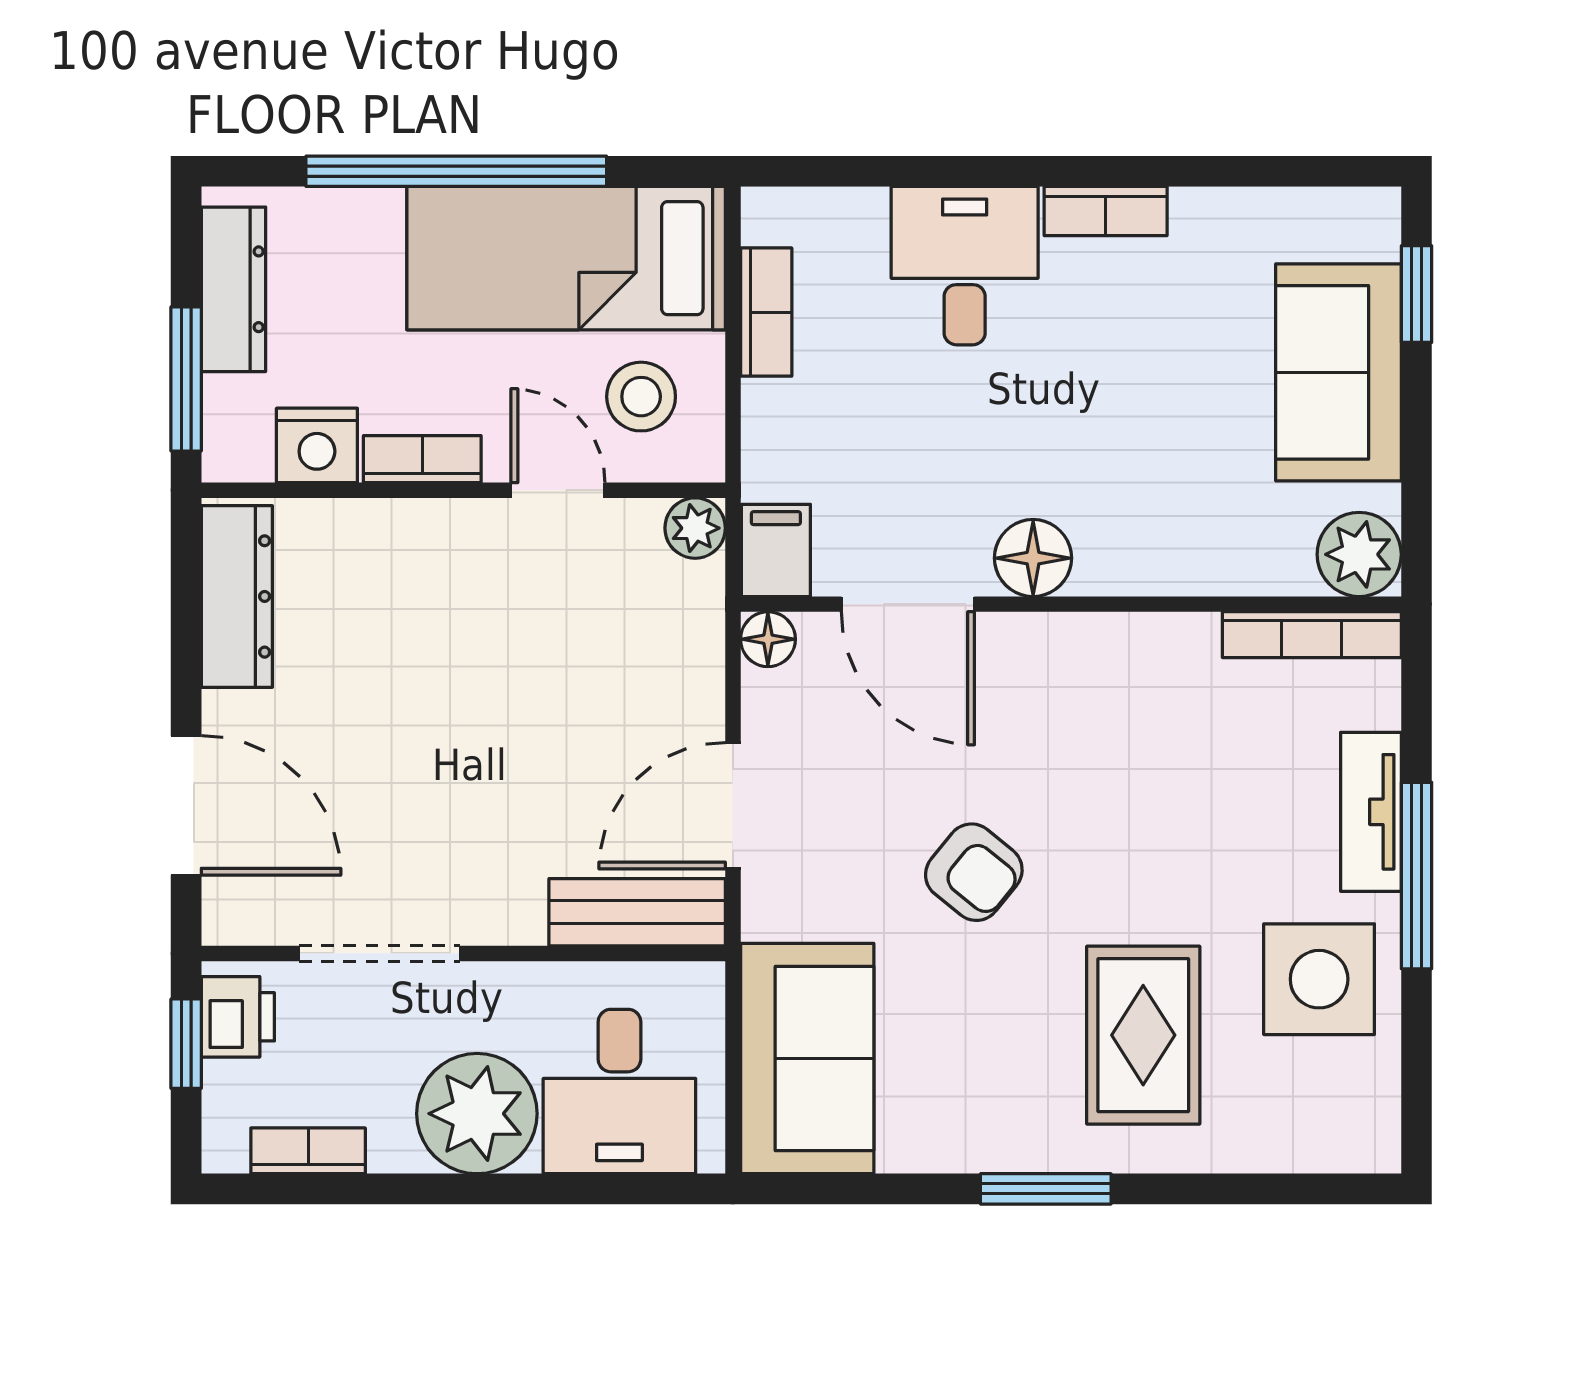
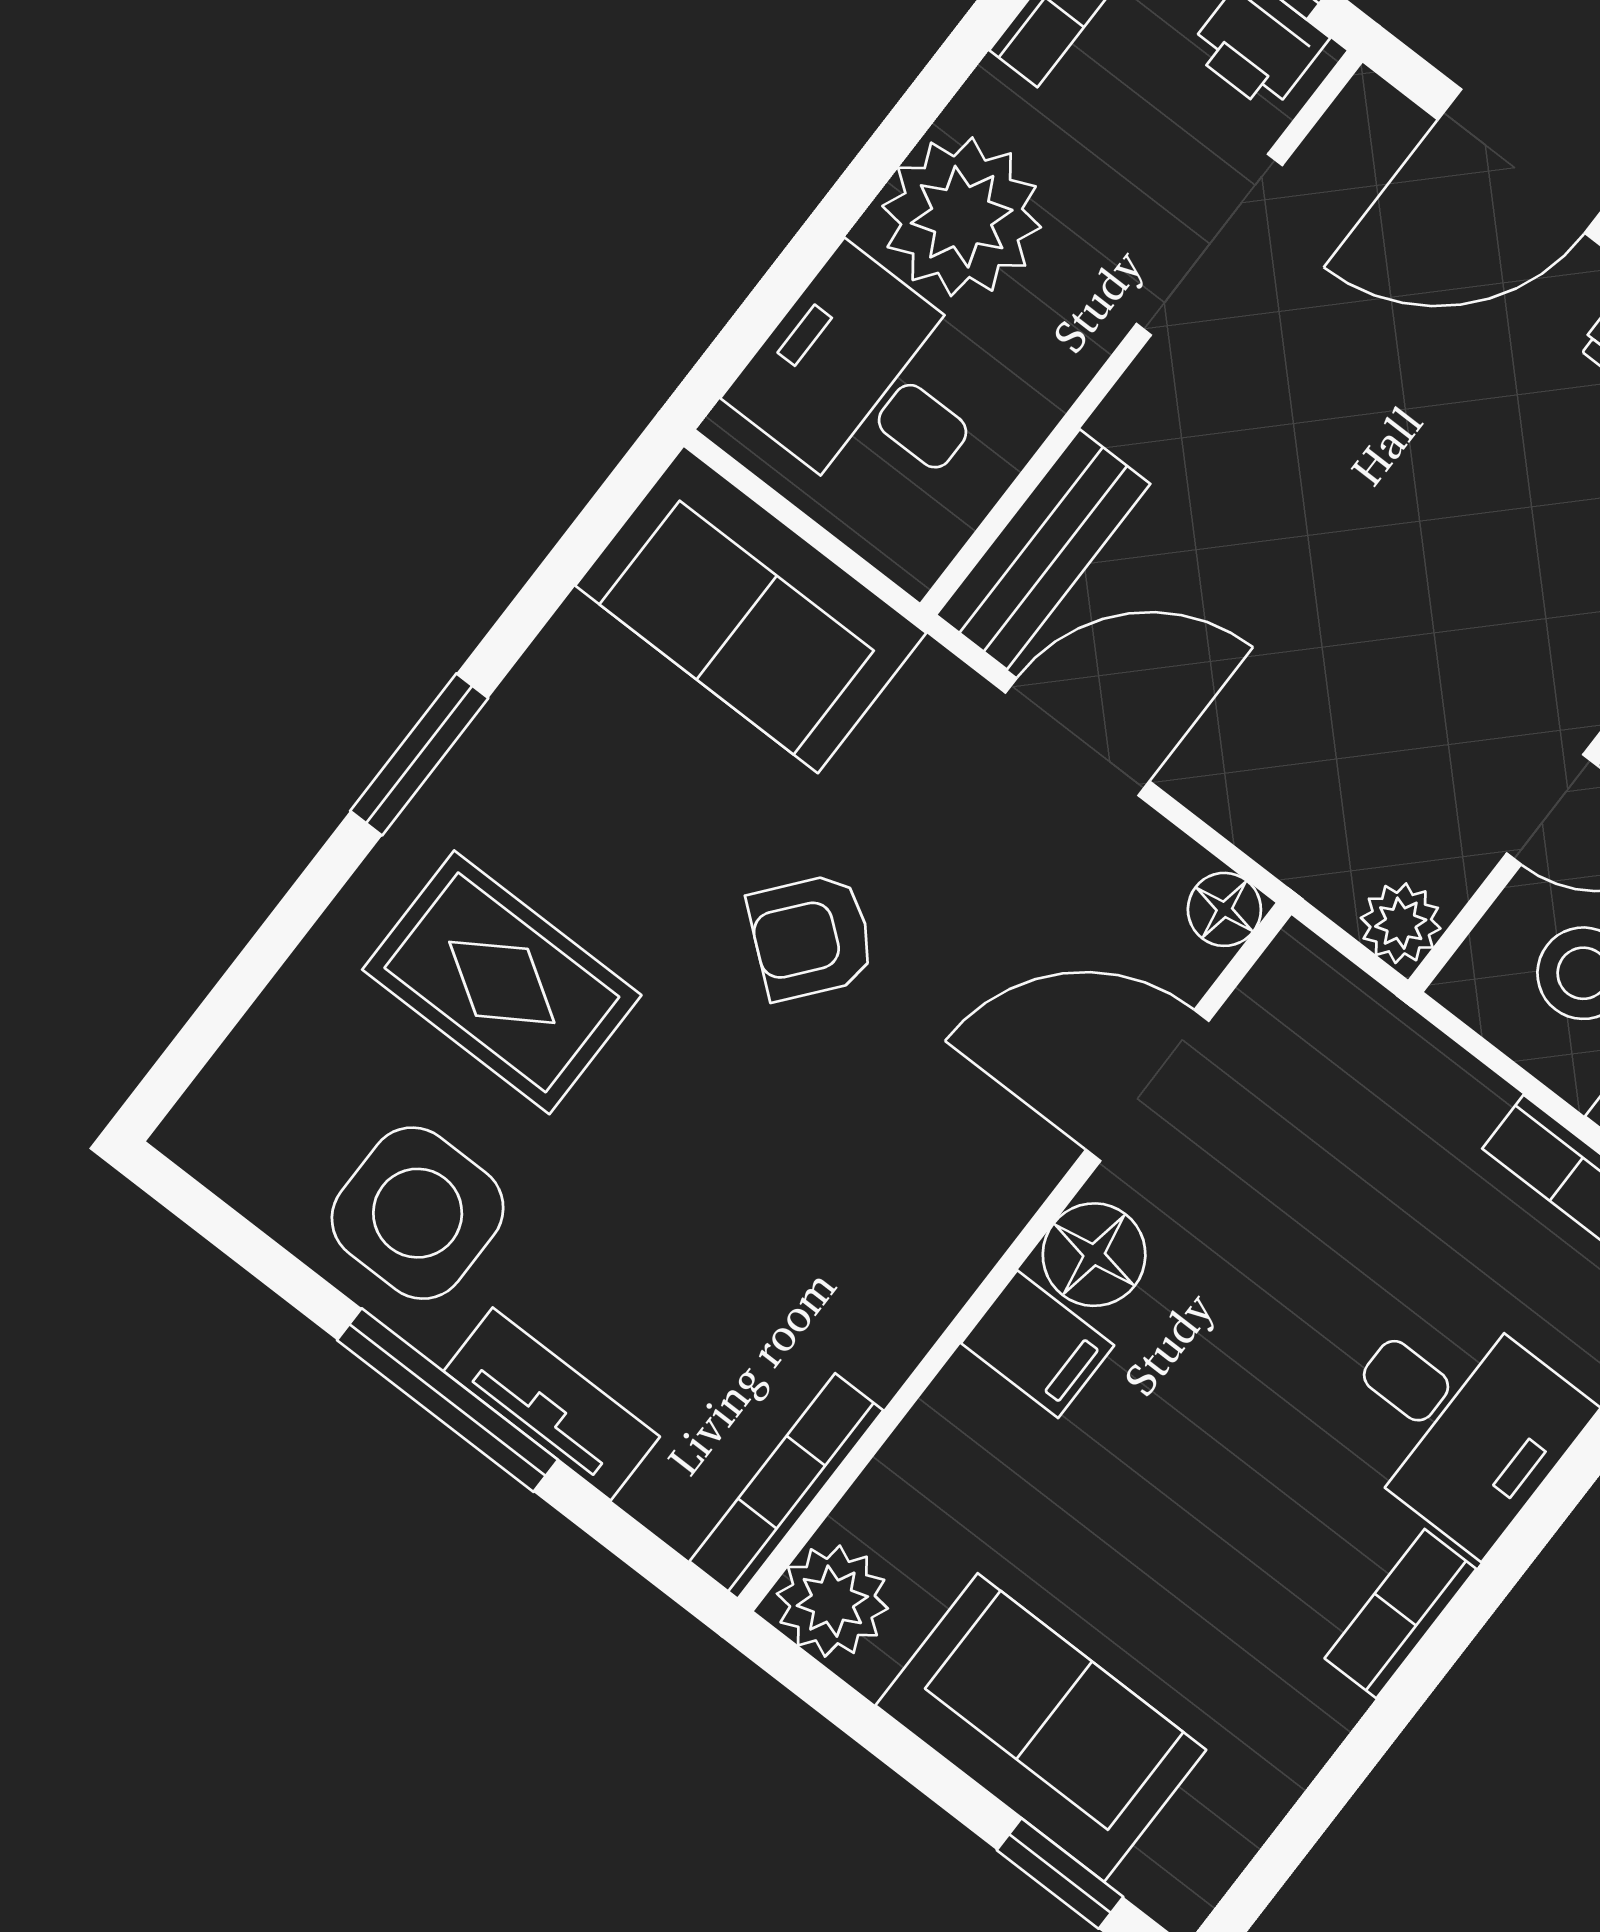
filing cabinet: (776, 550) -> (1038, 1344), moved
door: (733, 806) -> (1077, 737), hinge flipped

